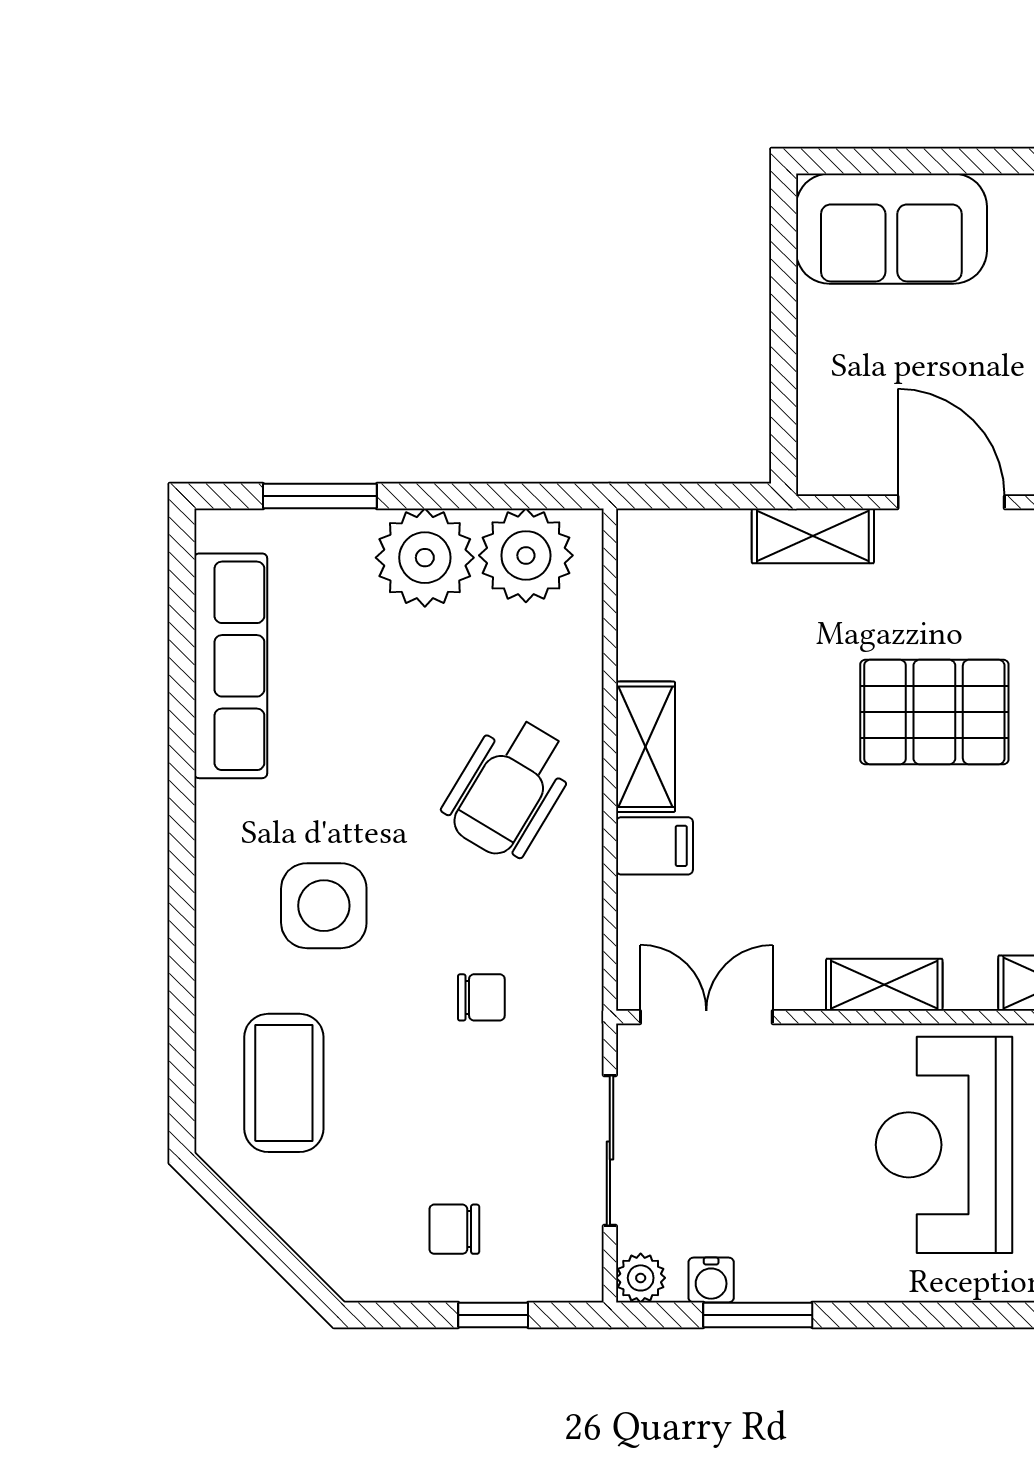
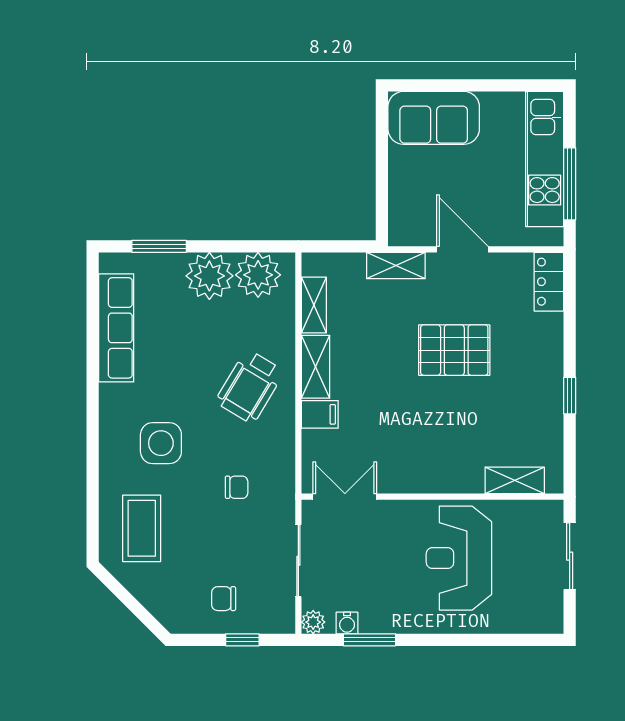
shelving: (884, 985) -> (314, 305), moved, turned 90

